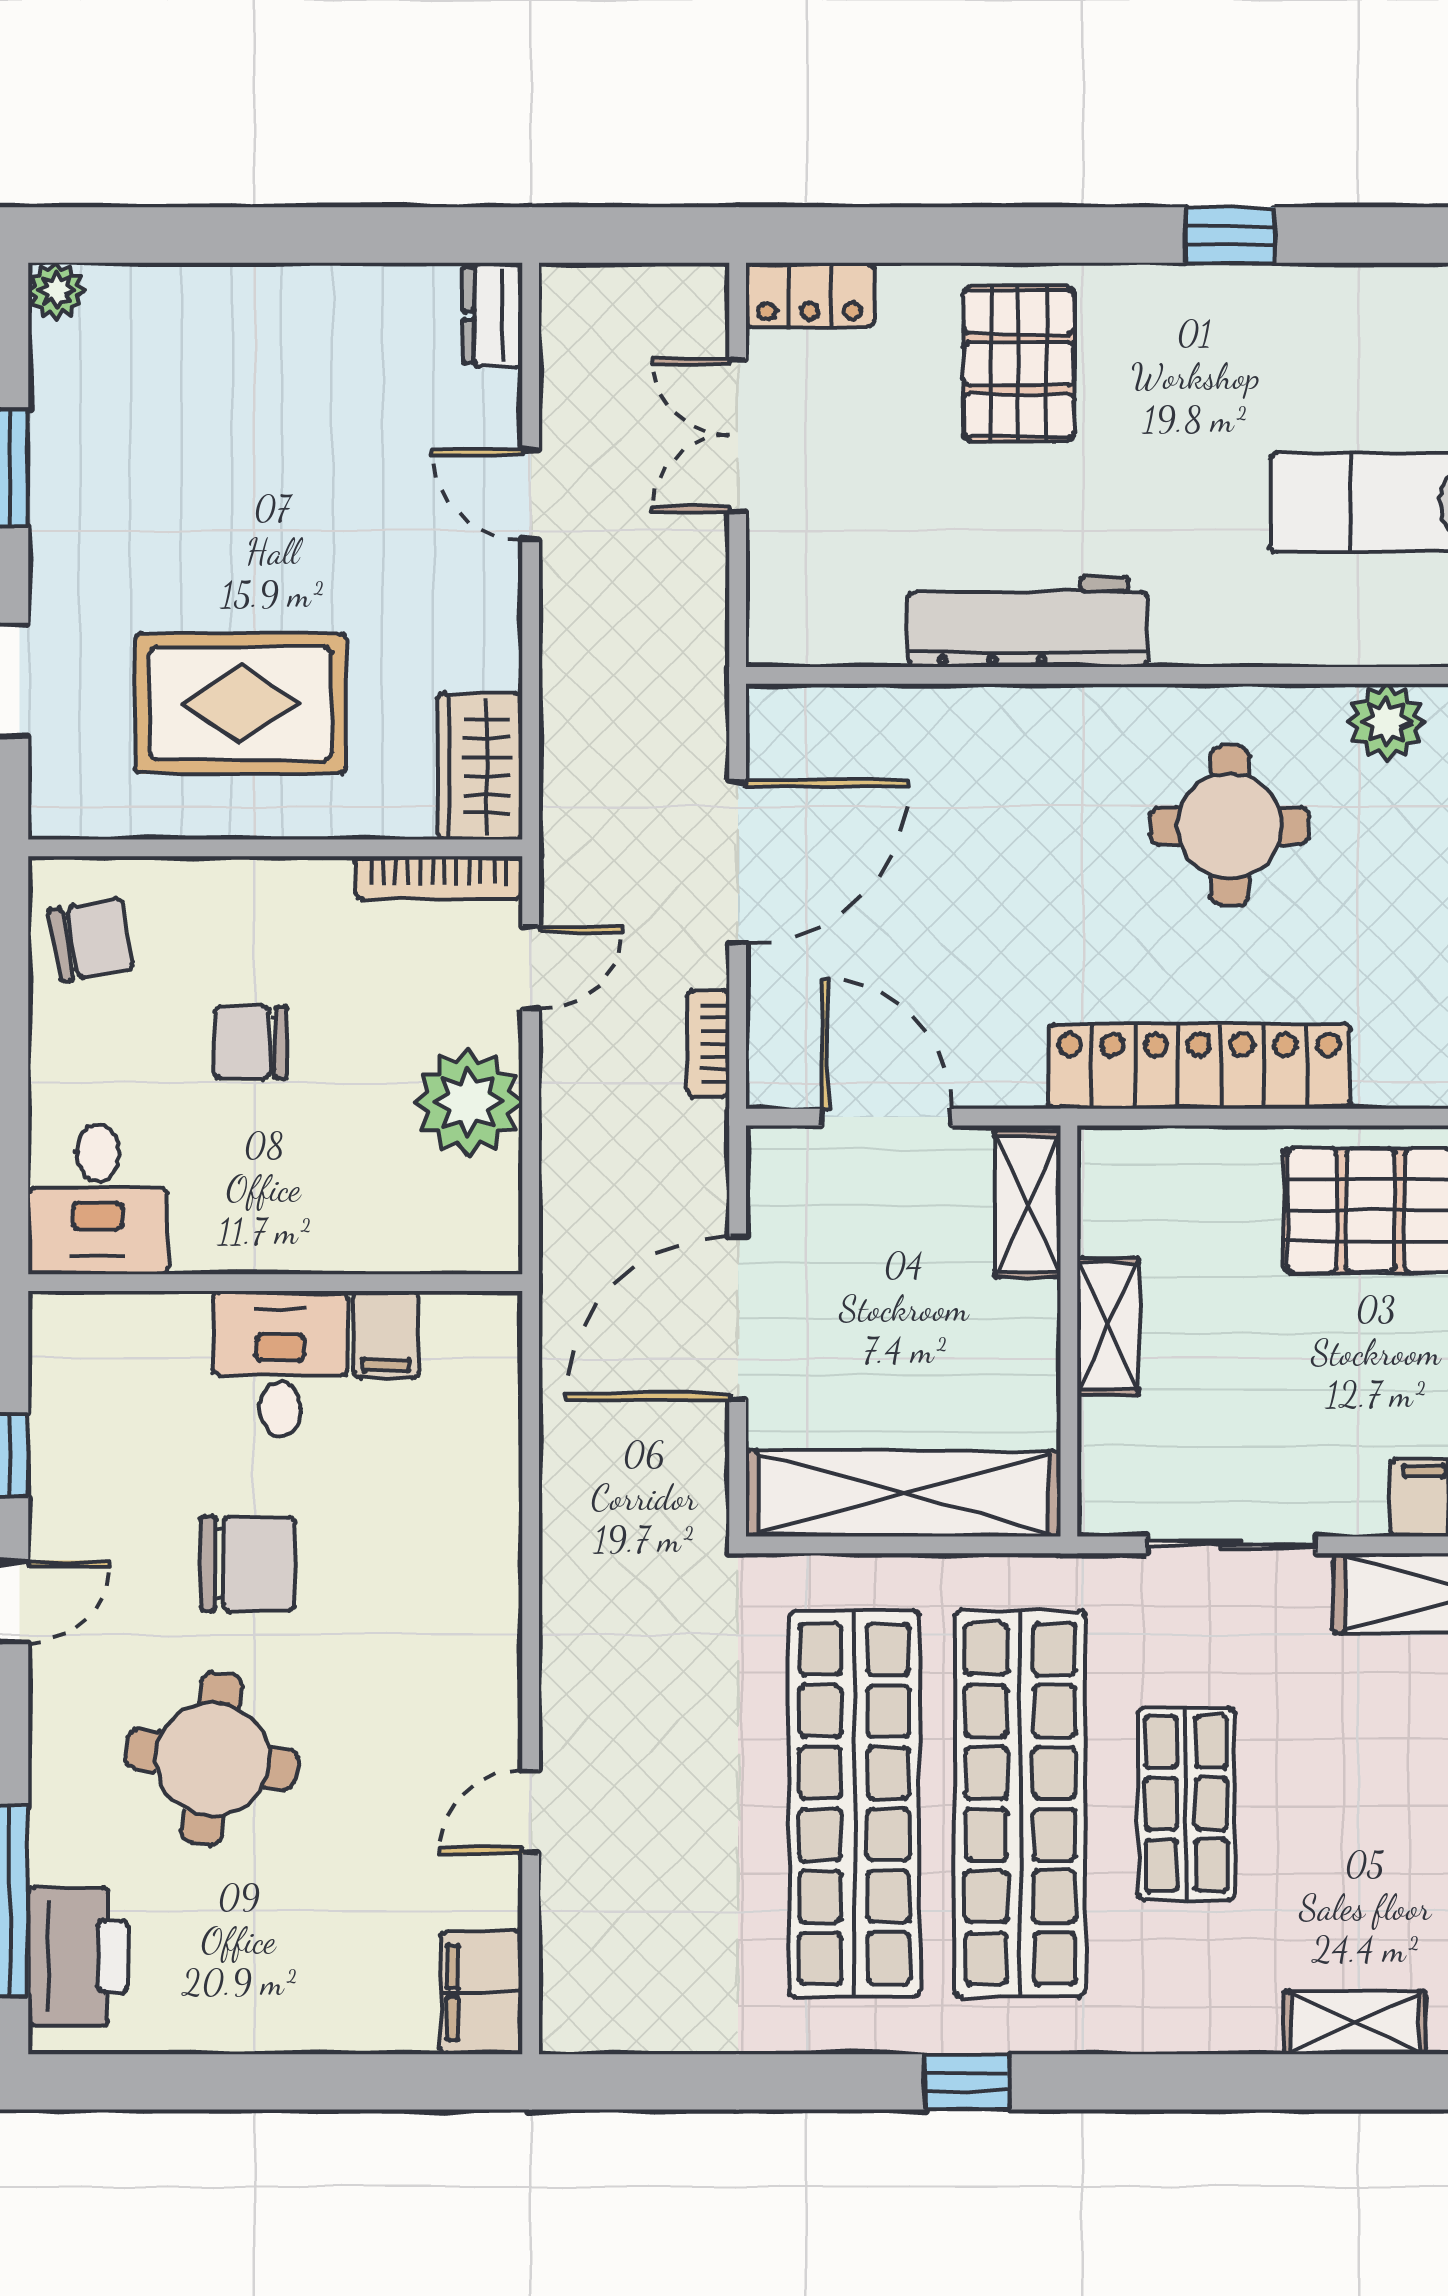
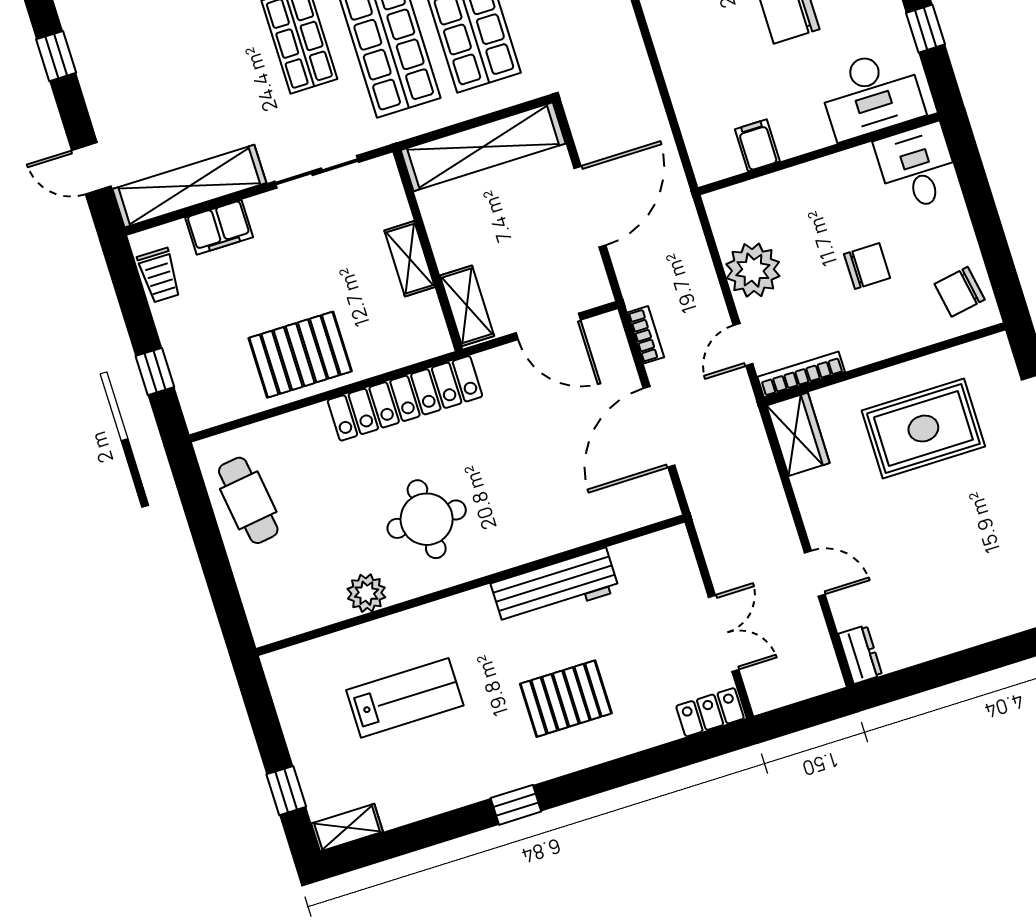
pallet: (1019, 364) -> (566, 699), moved, turned 90
desk: (280, 1364) -> (871, 94), moved, width x1.37

